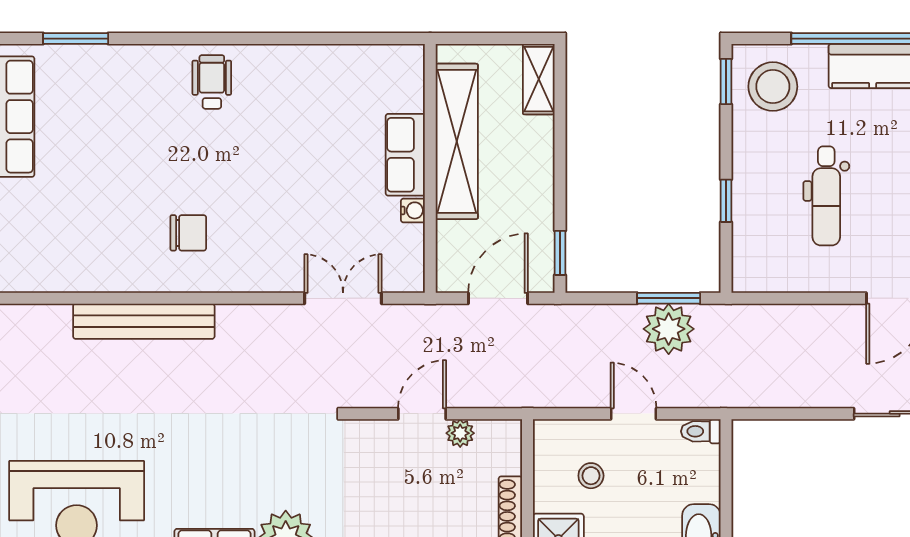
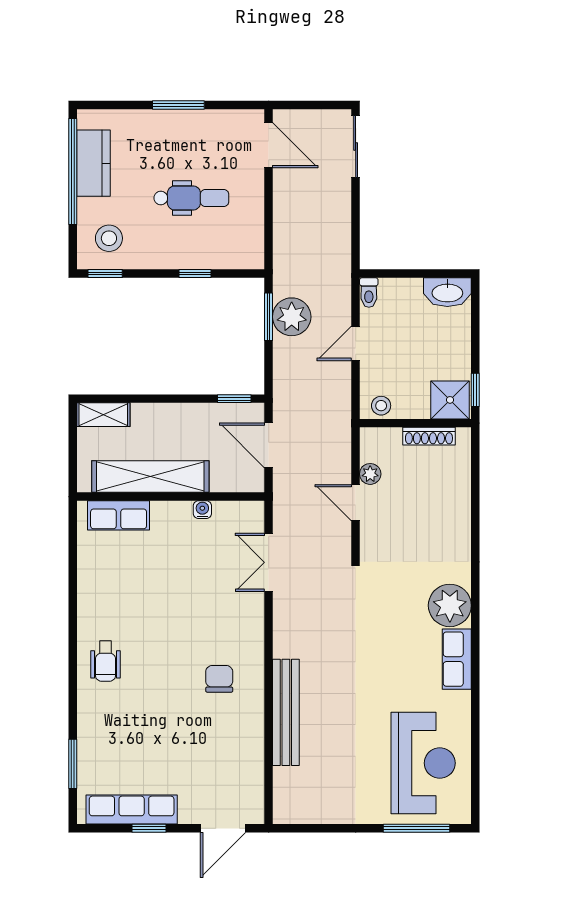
wheelchair: (212, 82) -> (105, 661), turned -90
stool: (773, 87) -> (109, 238), width x0.73, depth x0.73
row of seats: (405, 155) -> (119, 515), moved
stool: (591, 476) -> (381, 406), moved

